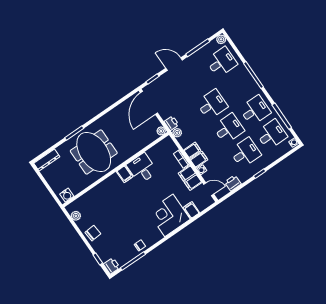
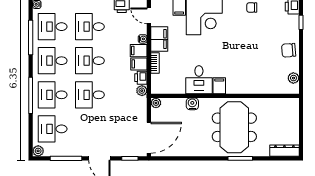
desk: (238, 86) -> (53, 95), added
printer: (171, 123) -> (141, 78), moved
water cooler: (67, 195) -> (192, 104), moved

